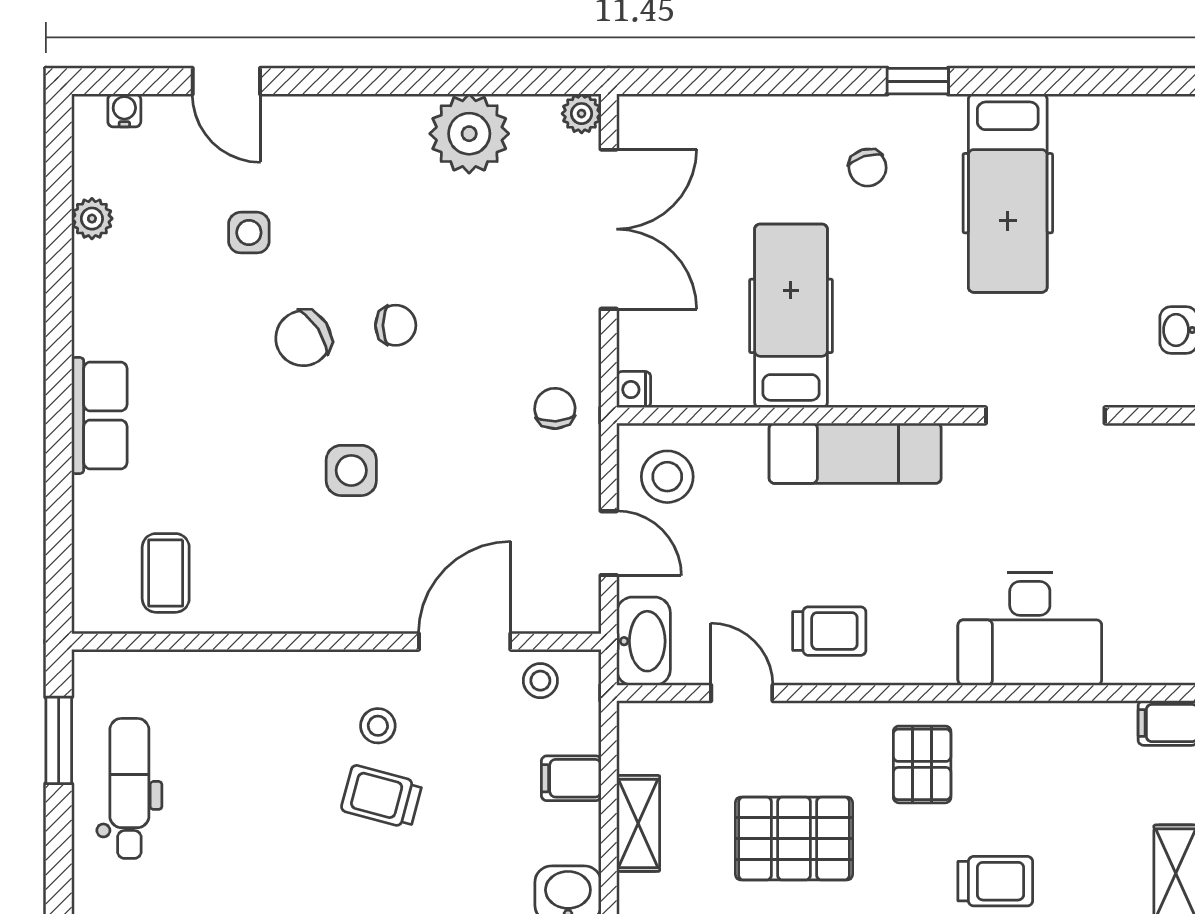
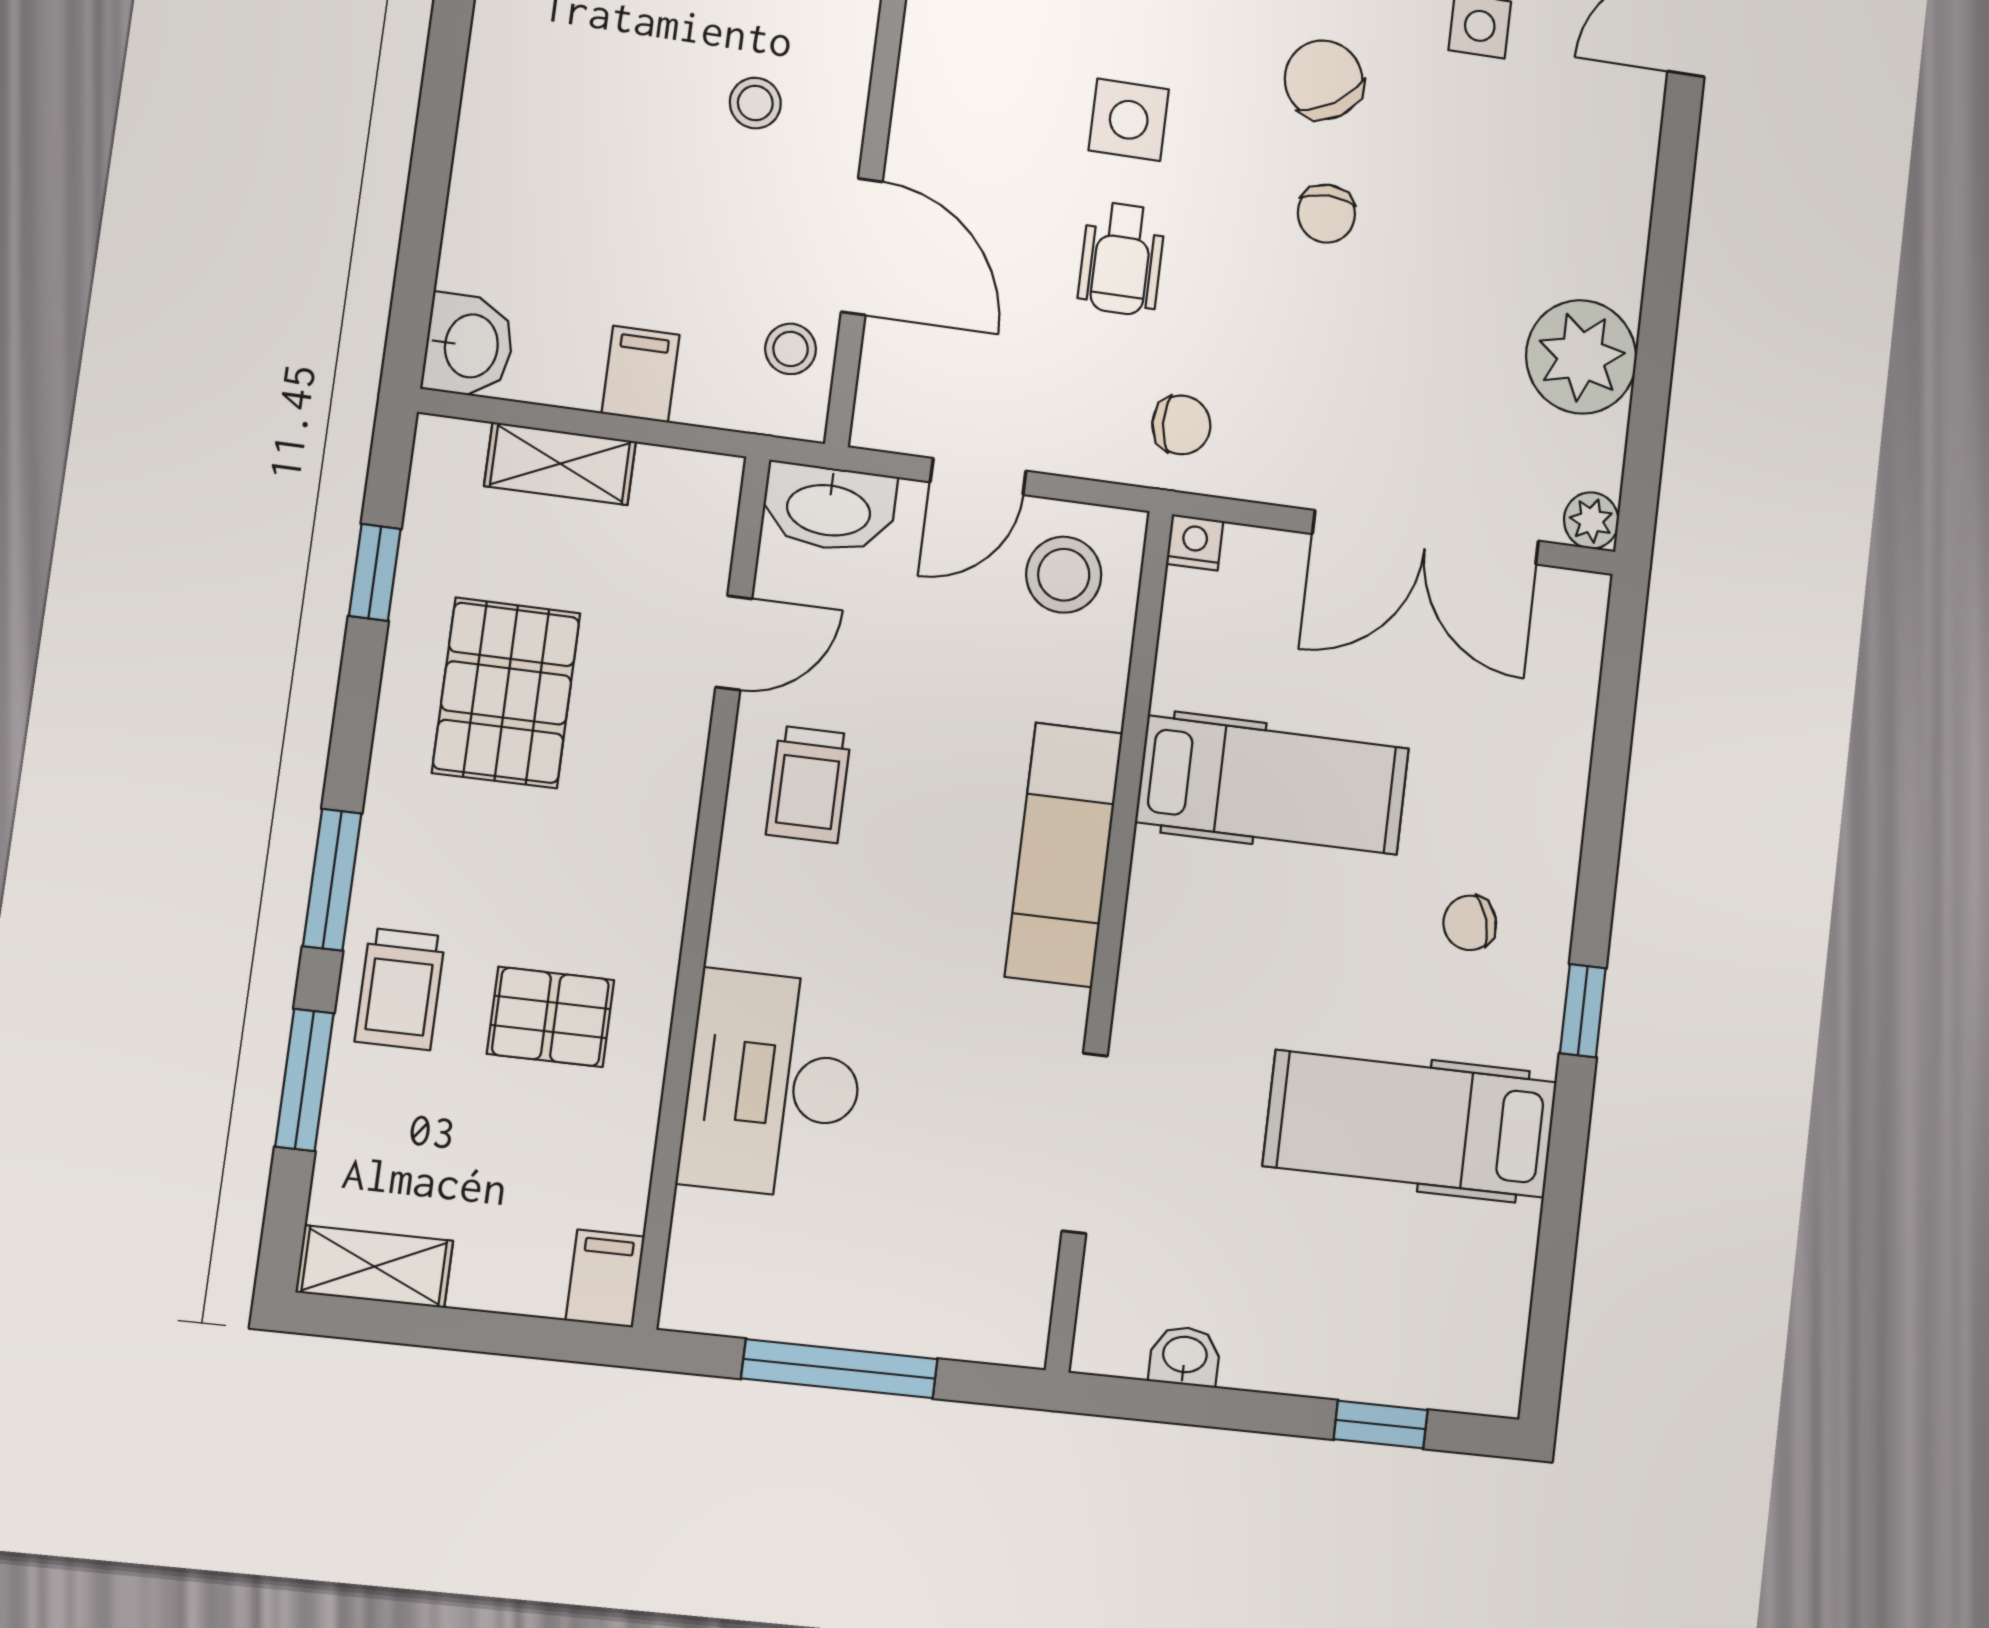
wheelchair: (447, 464) -> (1122, 259), added
pallet: (922, 764) -> (551, 1017), moved
trolley: (382, 797) -> (650, 93), removed

